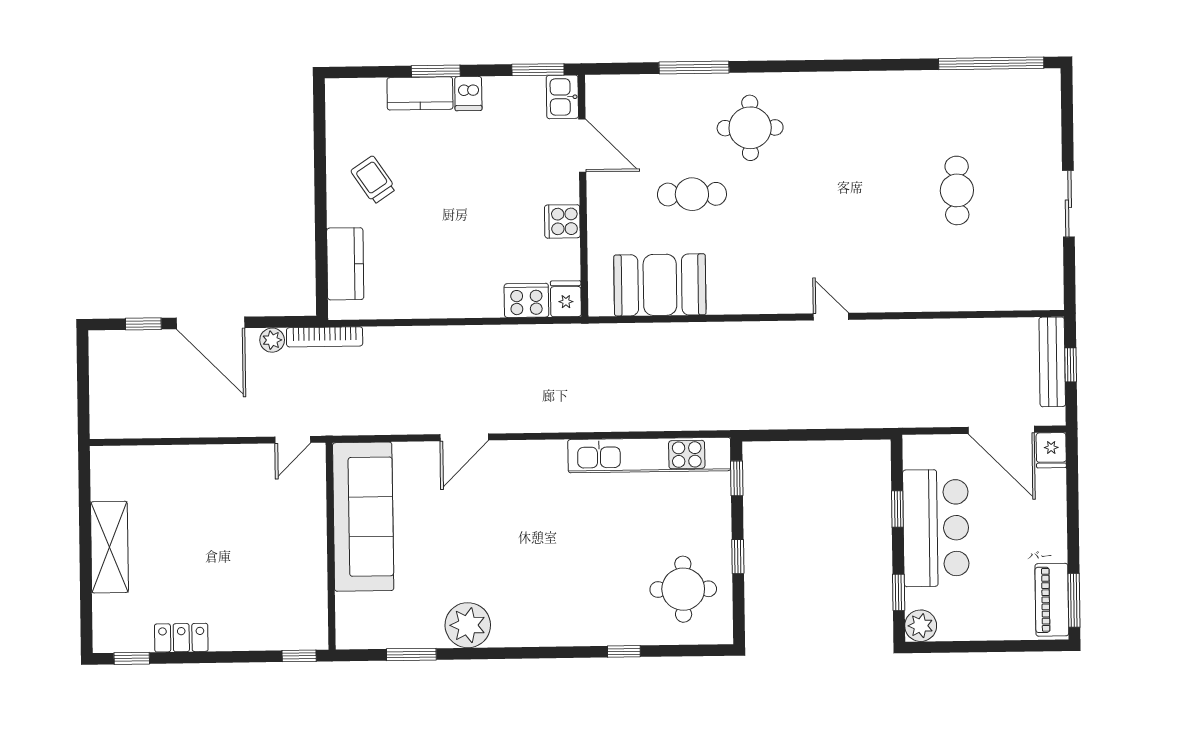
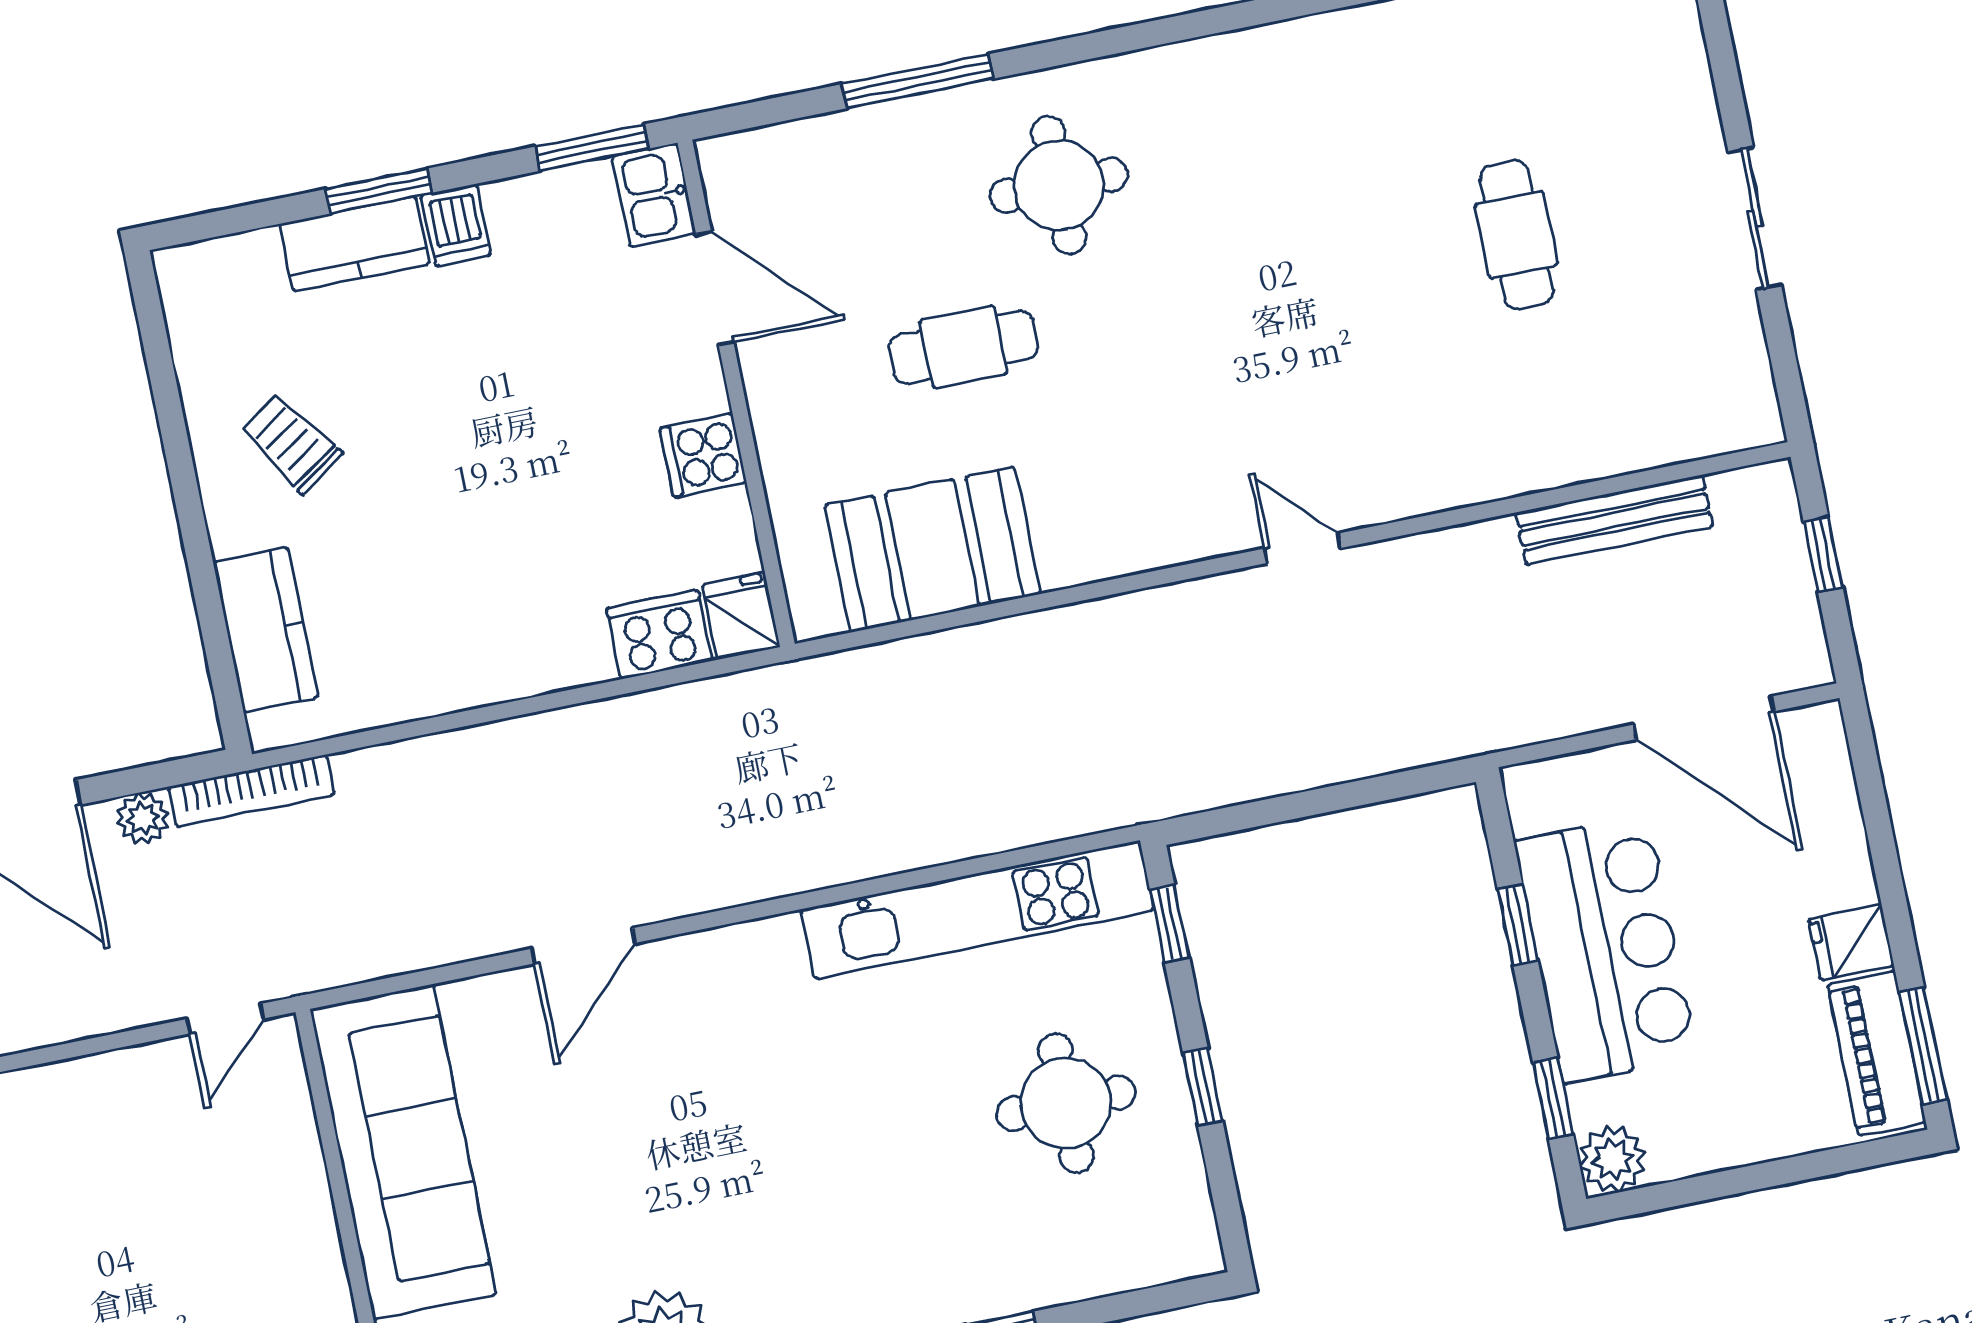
bench: (1052, 362) -> (1614, 520), moved, turned 90
fridge: (1051, 450) -> (1851, 942), moved, turned 90
round table: (683, 589) -> (1066, 1103), moved

